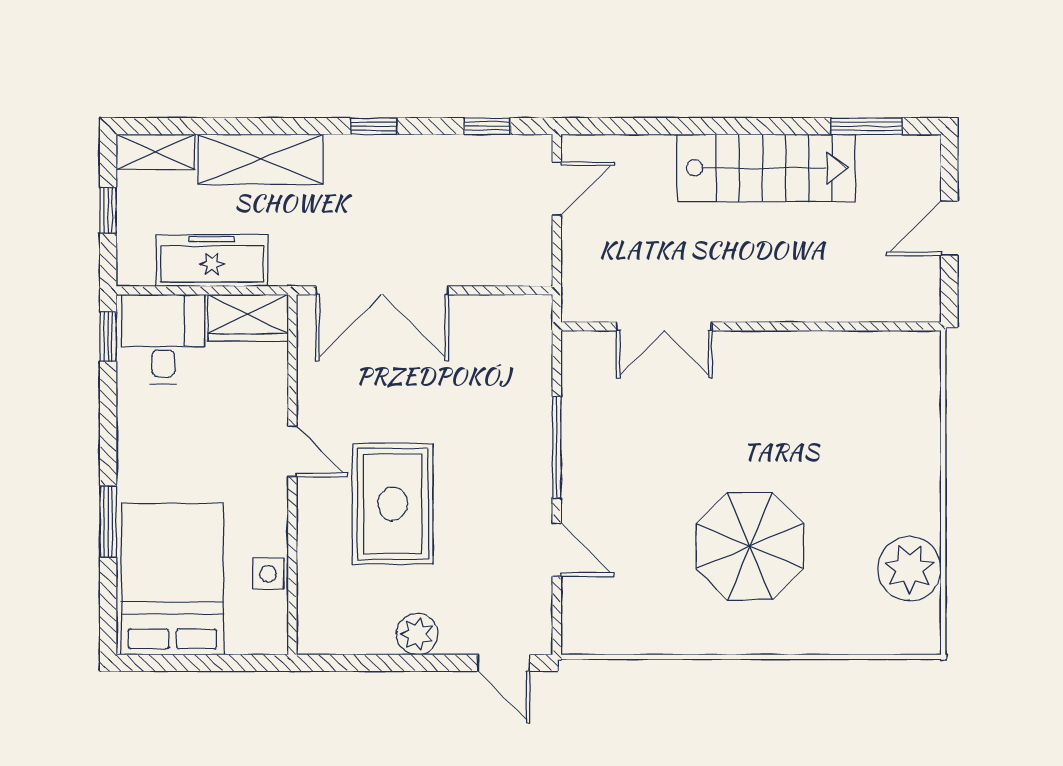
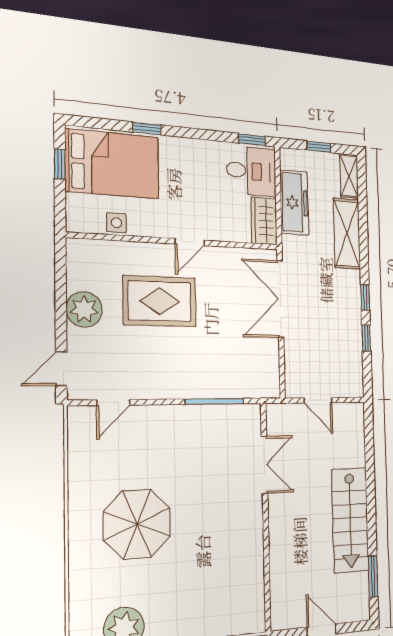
window: (487, 126) -> (366, 338), moved
door: (557, 189) -> (318, 400), moved
double door: (664, 326) -> (264, 465), swing flipped
window: (557, 447) -> (215, 401), moved
window: (108, 521) -> (147, 128), width x0.67
door: (557, 550) -> (113, 402), moved
plant: (417, 634) -> (84, 309), width x1.36, depth x1.36
window: (180, 663) -> (60, 164), added

